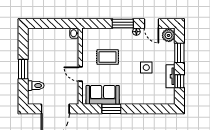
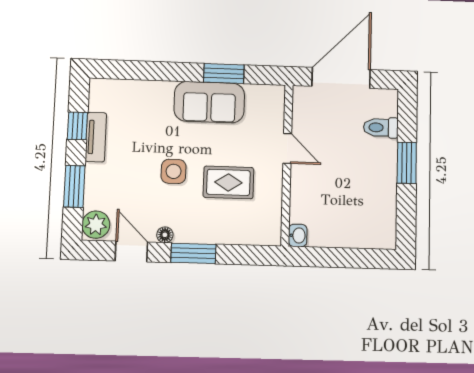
side table: (146, 68) -> (174, 171), moved
sofa: (103, 95) -> (209, 102), moved

